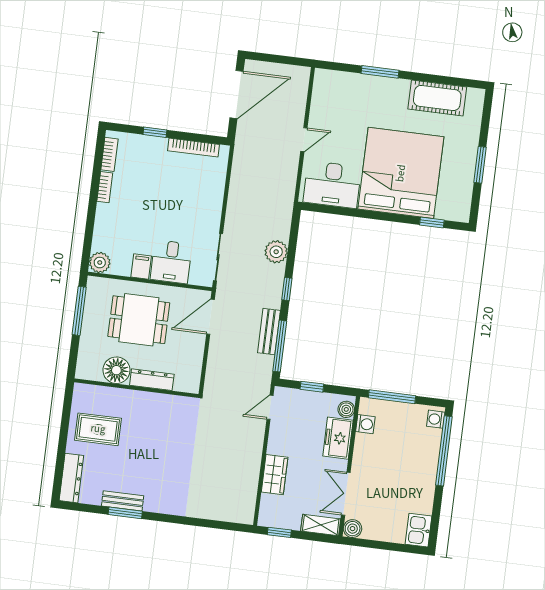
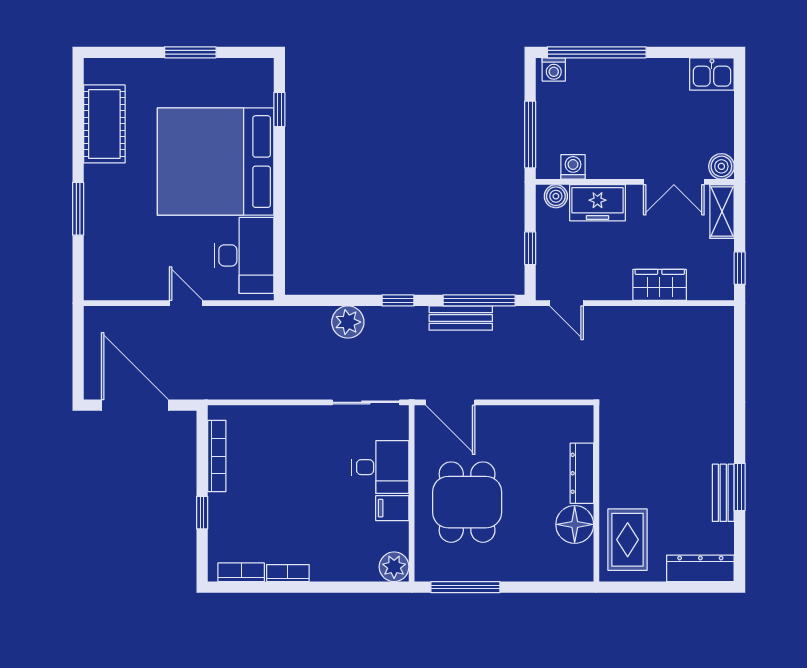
floor lamp: (116, 370) -> (575, 524), moved
dresser: (152, 380) -> (582, 473), moved
wall: (136, 388) -> (596, 493), moved

